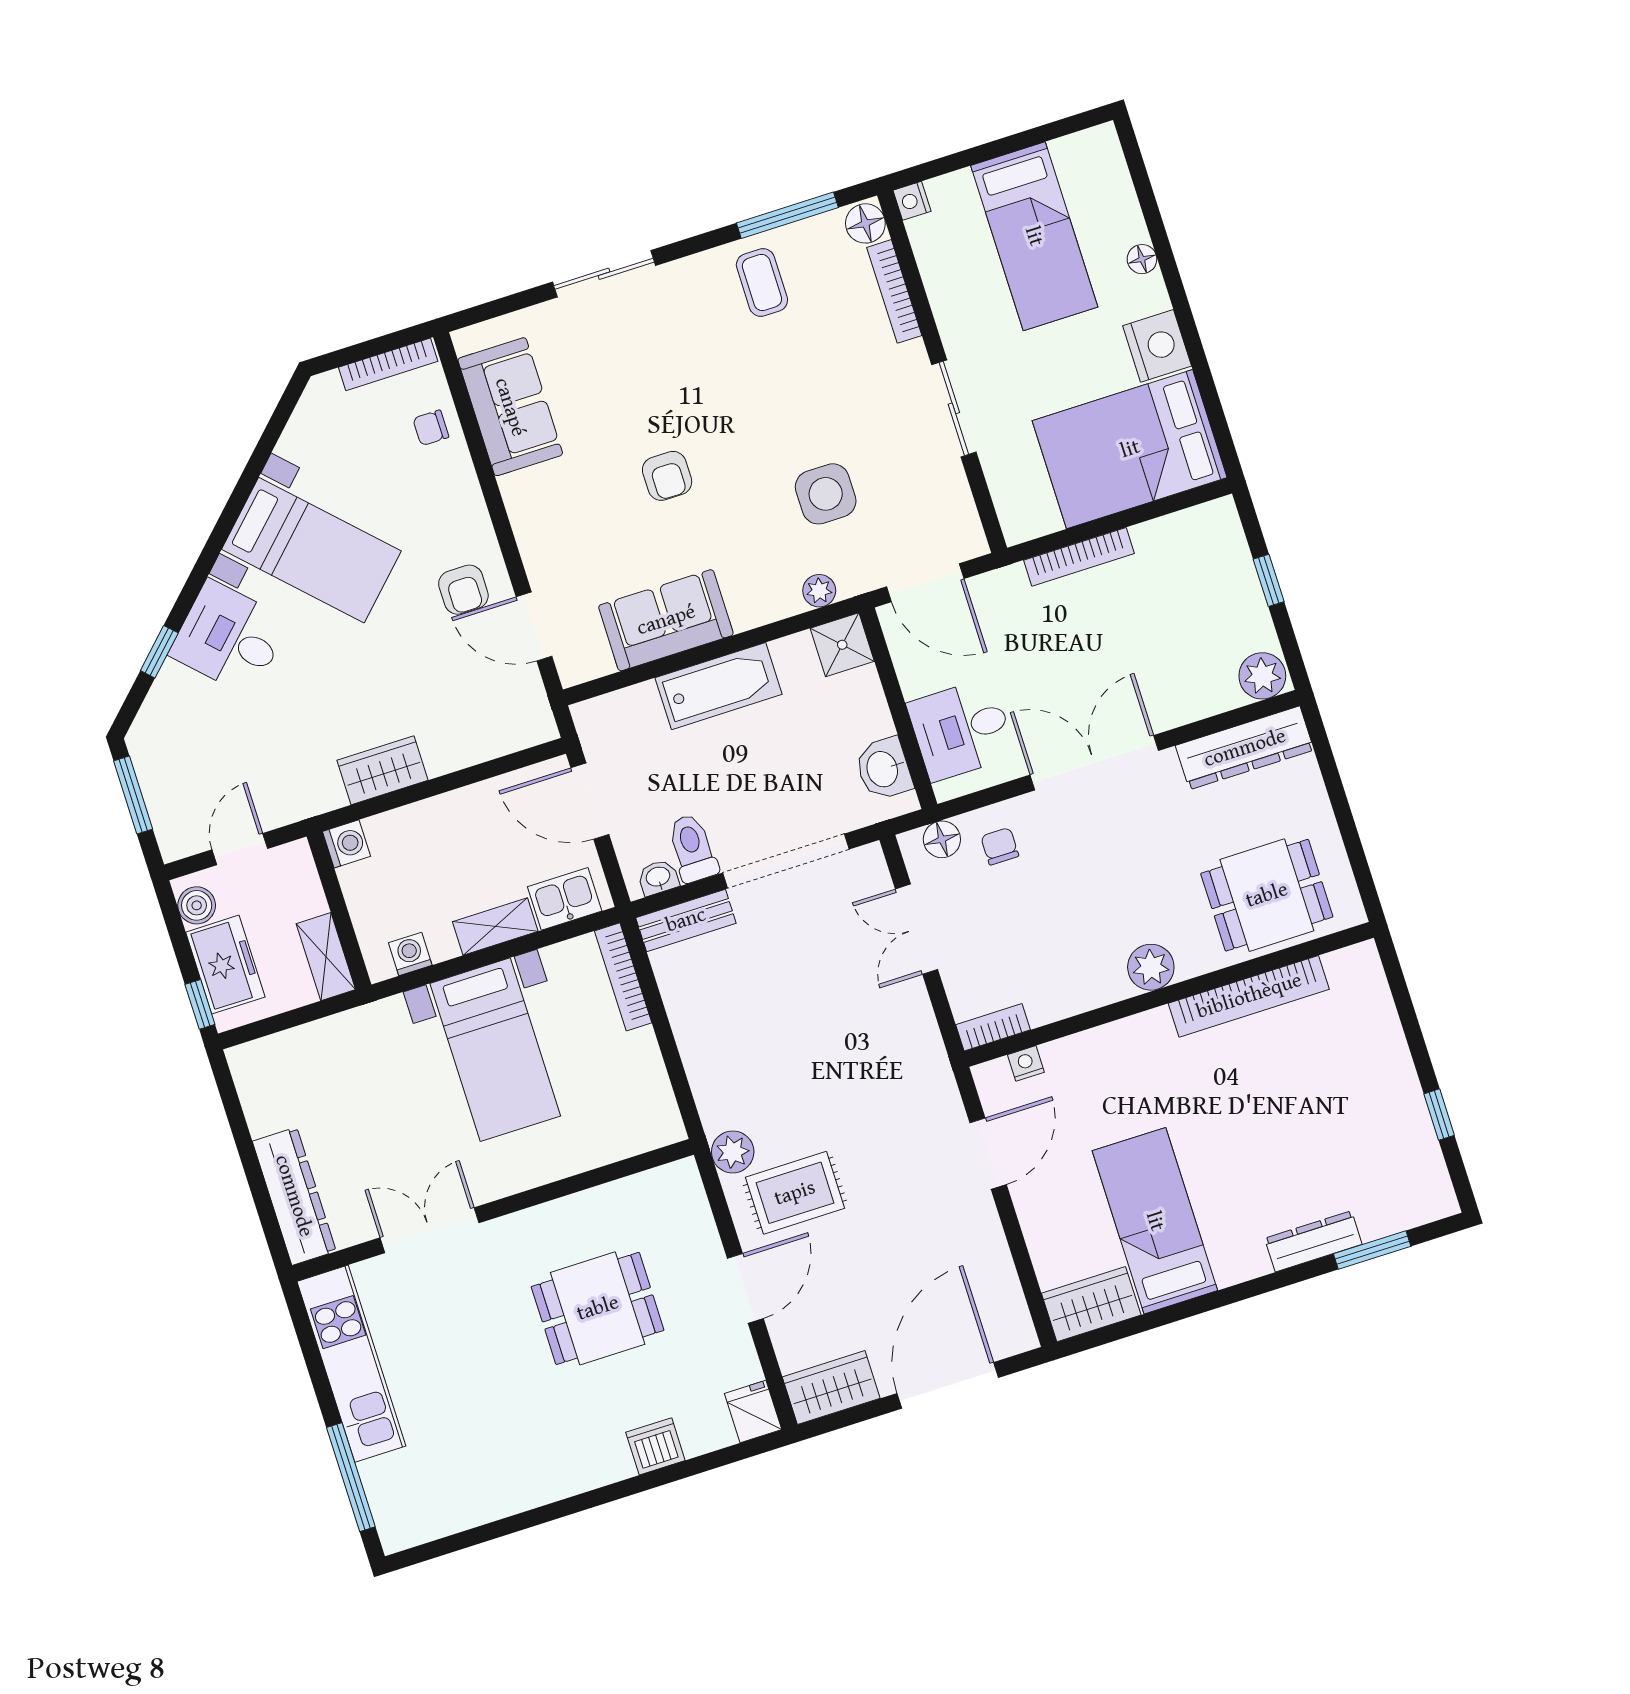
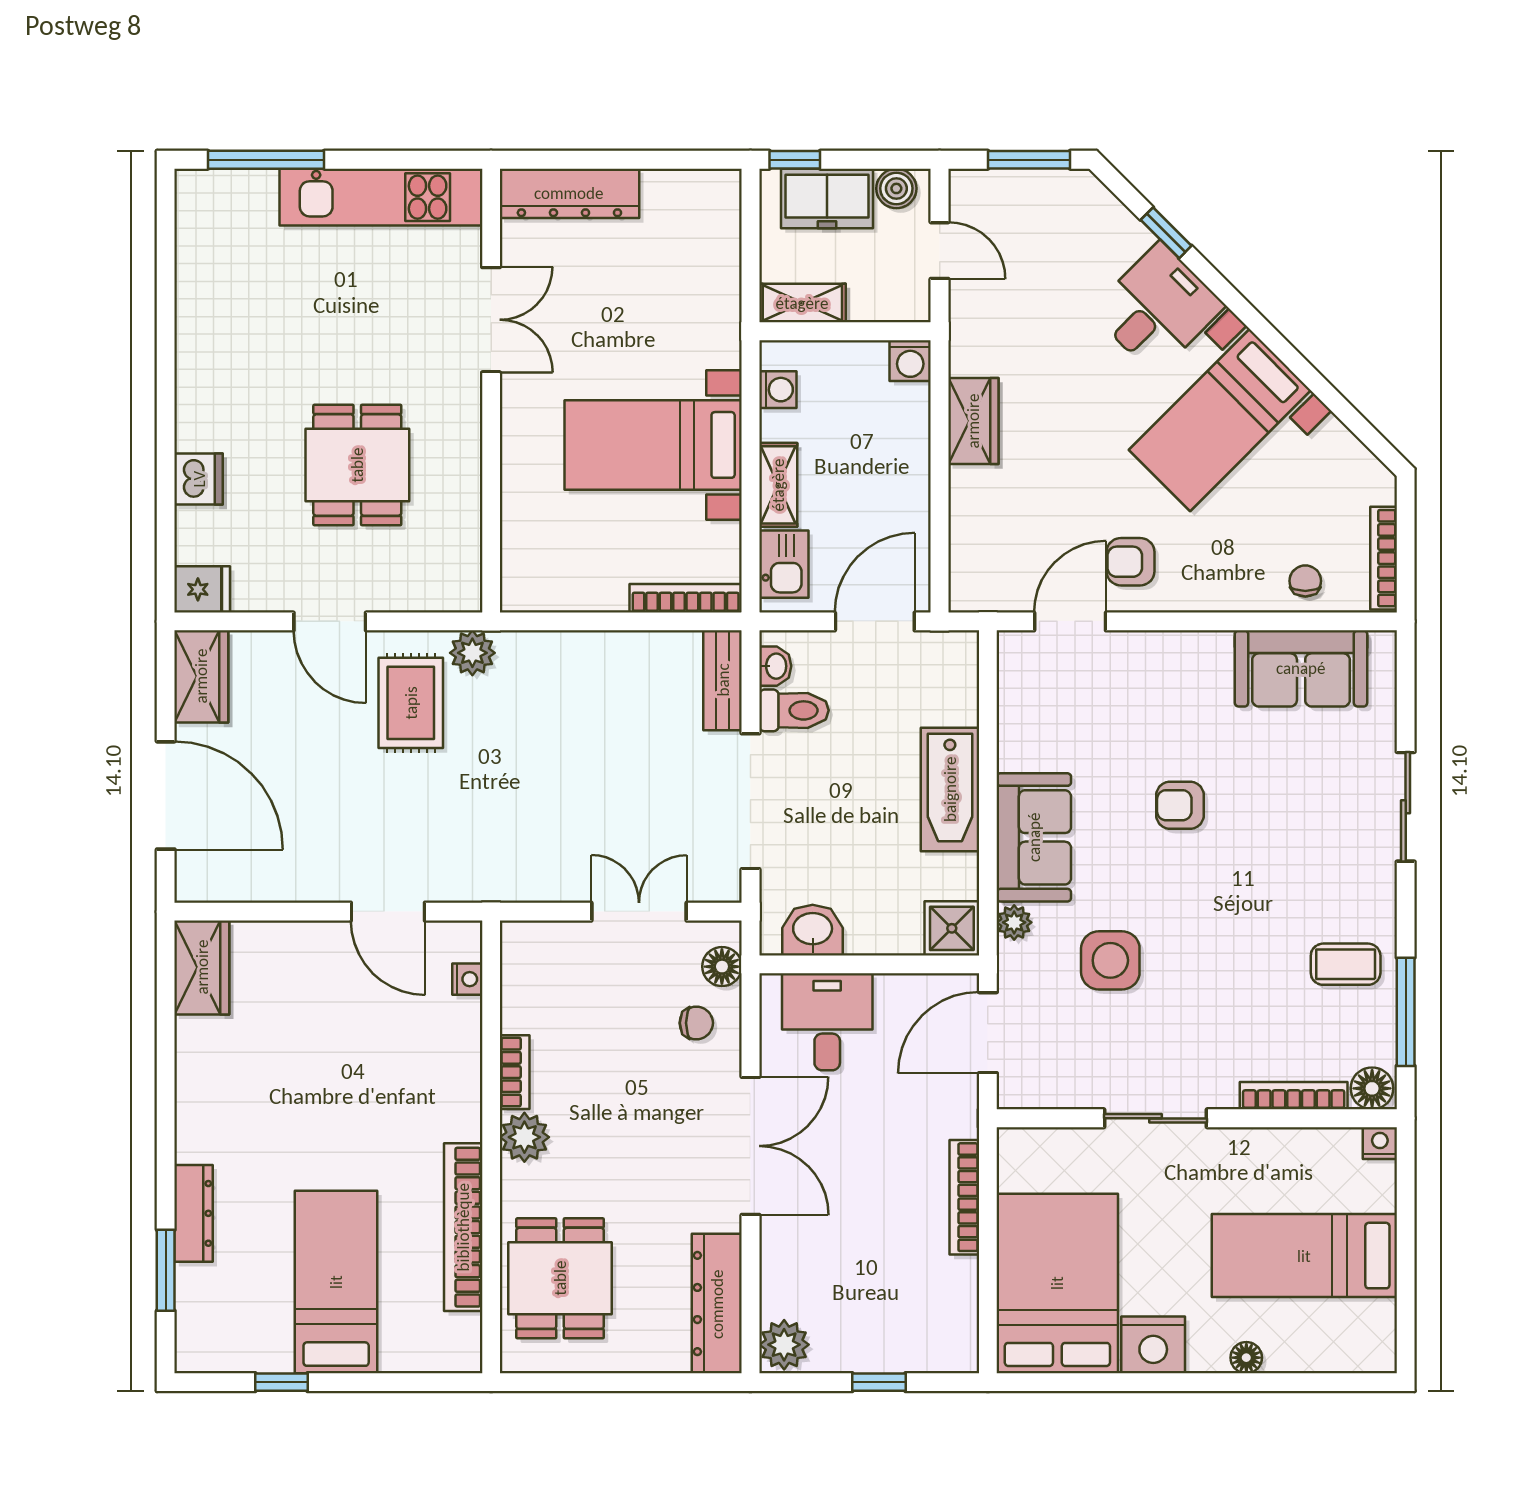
sofa: (666, 620) -> (1034, 837), moved
bookcase: (993, 1027) -> (515, 1072), moved
bed: (1155, 1221) -> (336, 1282), moved, turned -90

